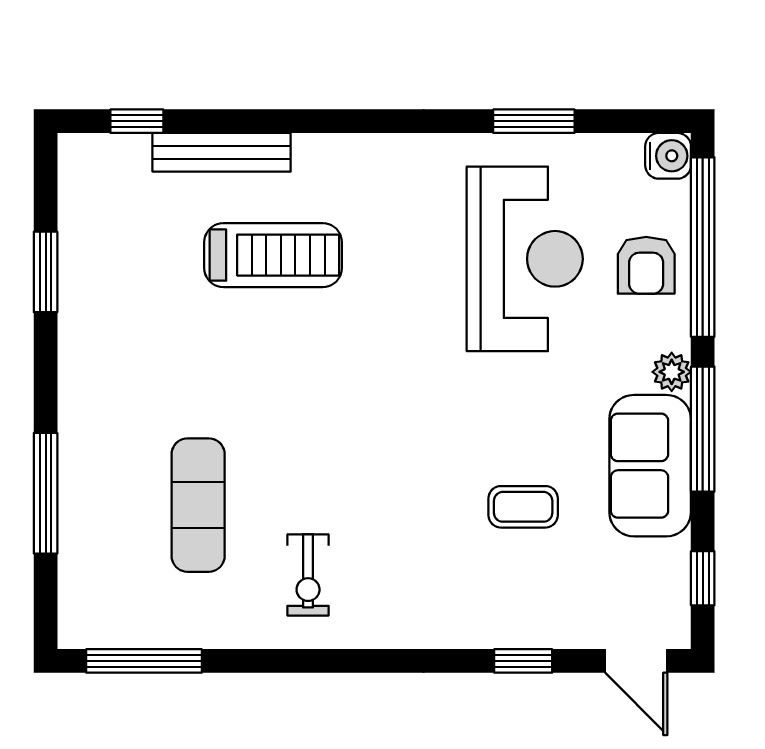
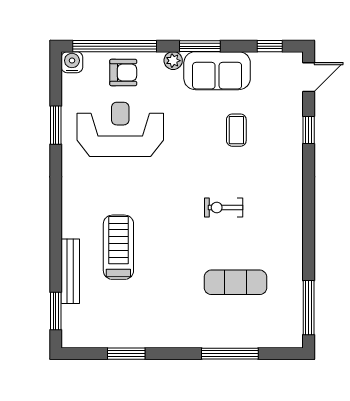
window: (137, 121) -> (56, 311), width x1.50
window: (703, 429) -> (200, 46), width x0.69
exercise bike: (308, 575) -> (224, 208), moved, turned 180

